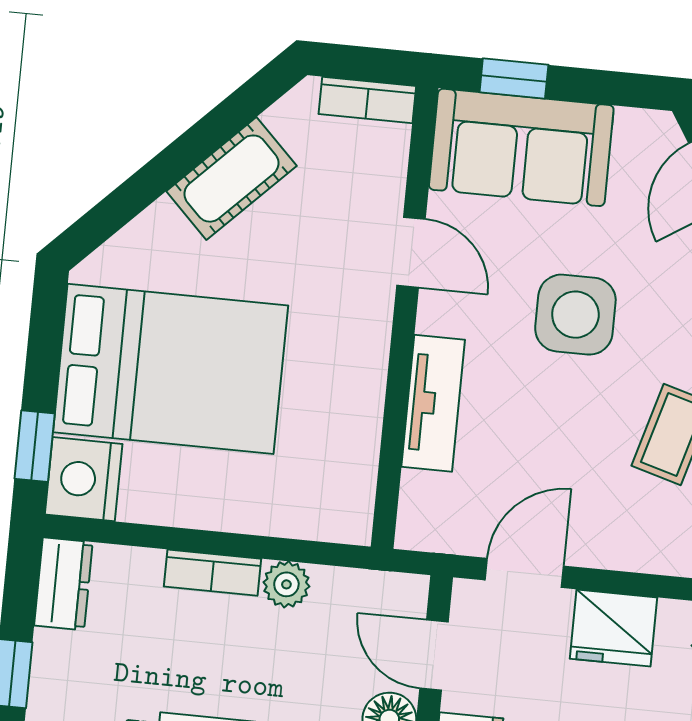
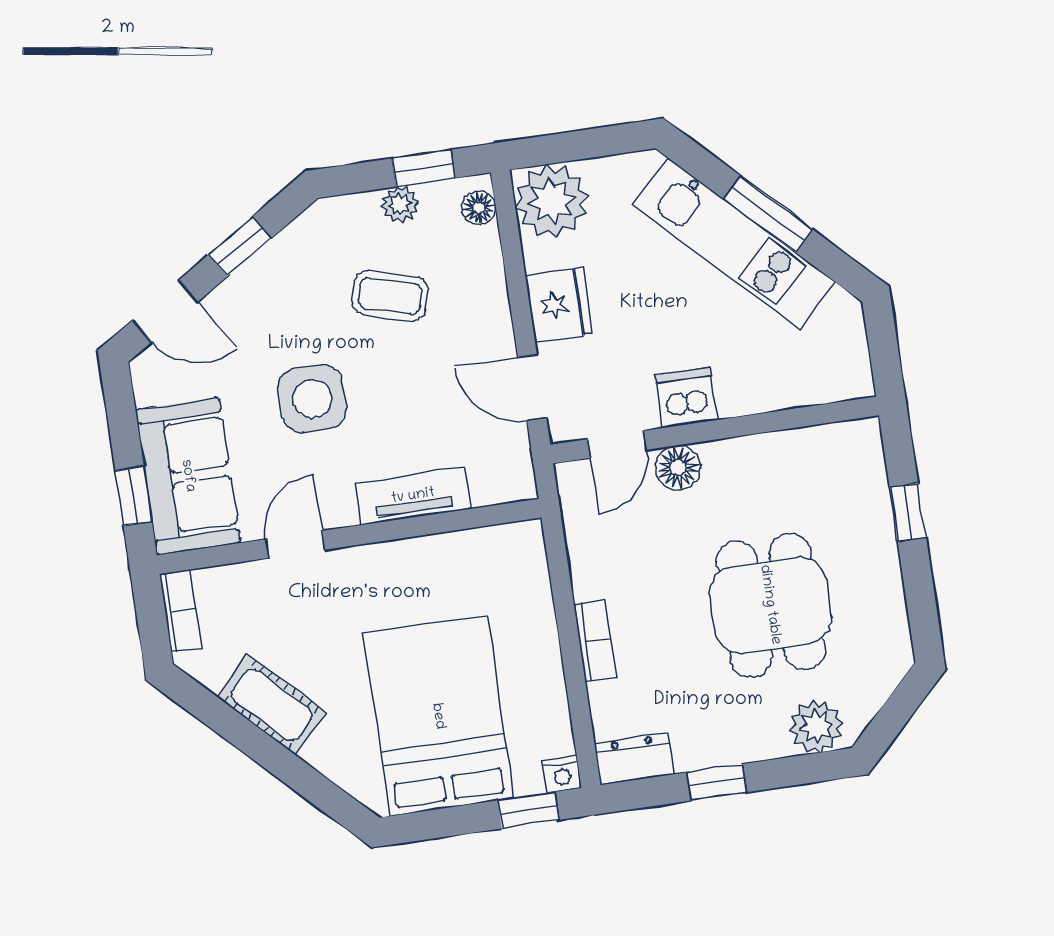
nightstand: (84, 479) -> (562, 774), width x0.53, depth x0.56
plant: (286, 584) -> (589, 578), removed

